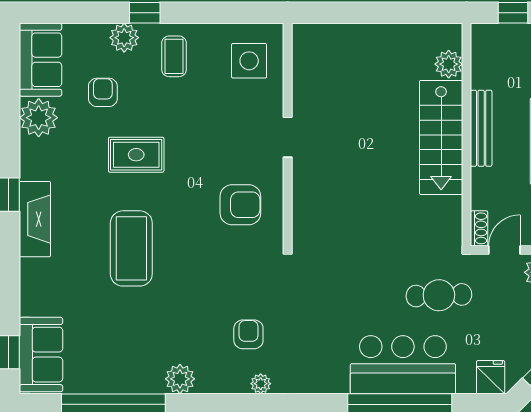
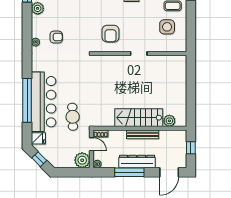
side table: (249, 61) -> (167, 27), moved
bar counter: (403, 365) -> (44, 102), width x1.36

